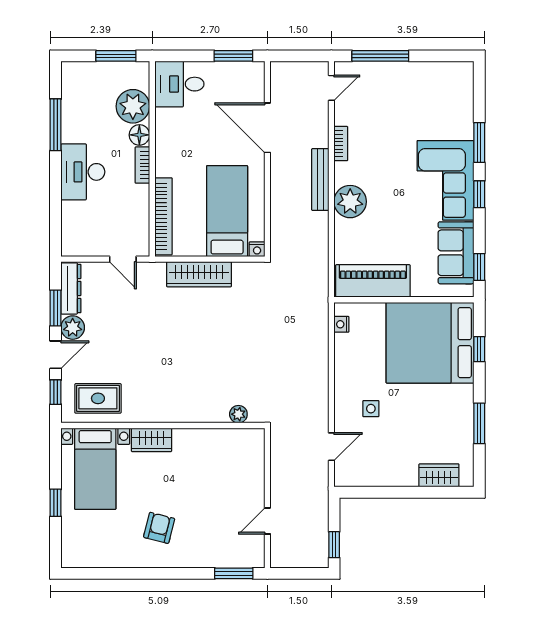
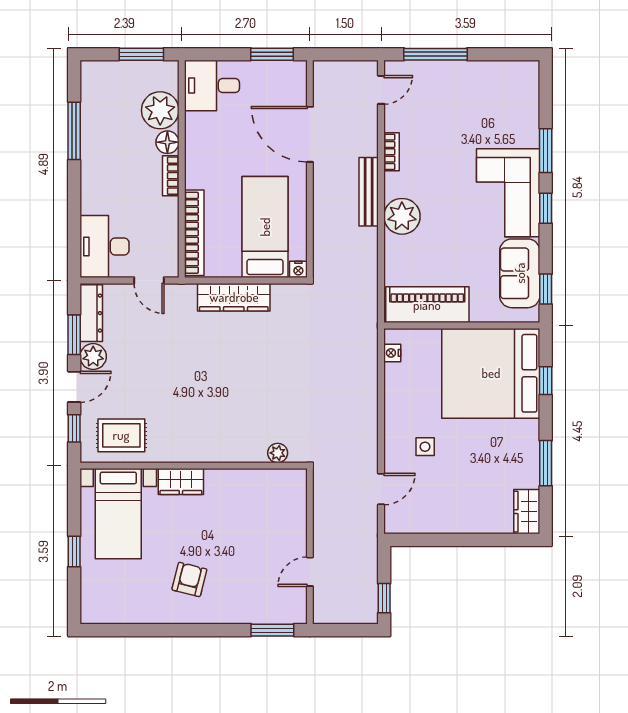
desk: (83, 172) -> (104, 247), moved
wardrobe: (439, 475) -> (527, 512), moved, turned -90

